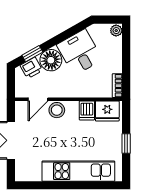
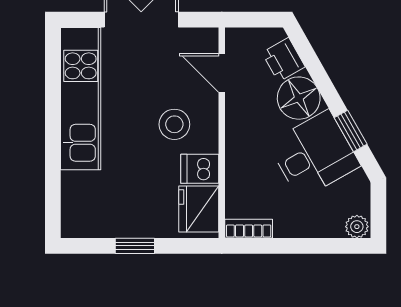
window: (32, 54) -> (351, 131), moved
stool: (57, 110) -> (174, 124), moved
kitchen unit: (78, 171) -> (81, 99), moved

